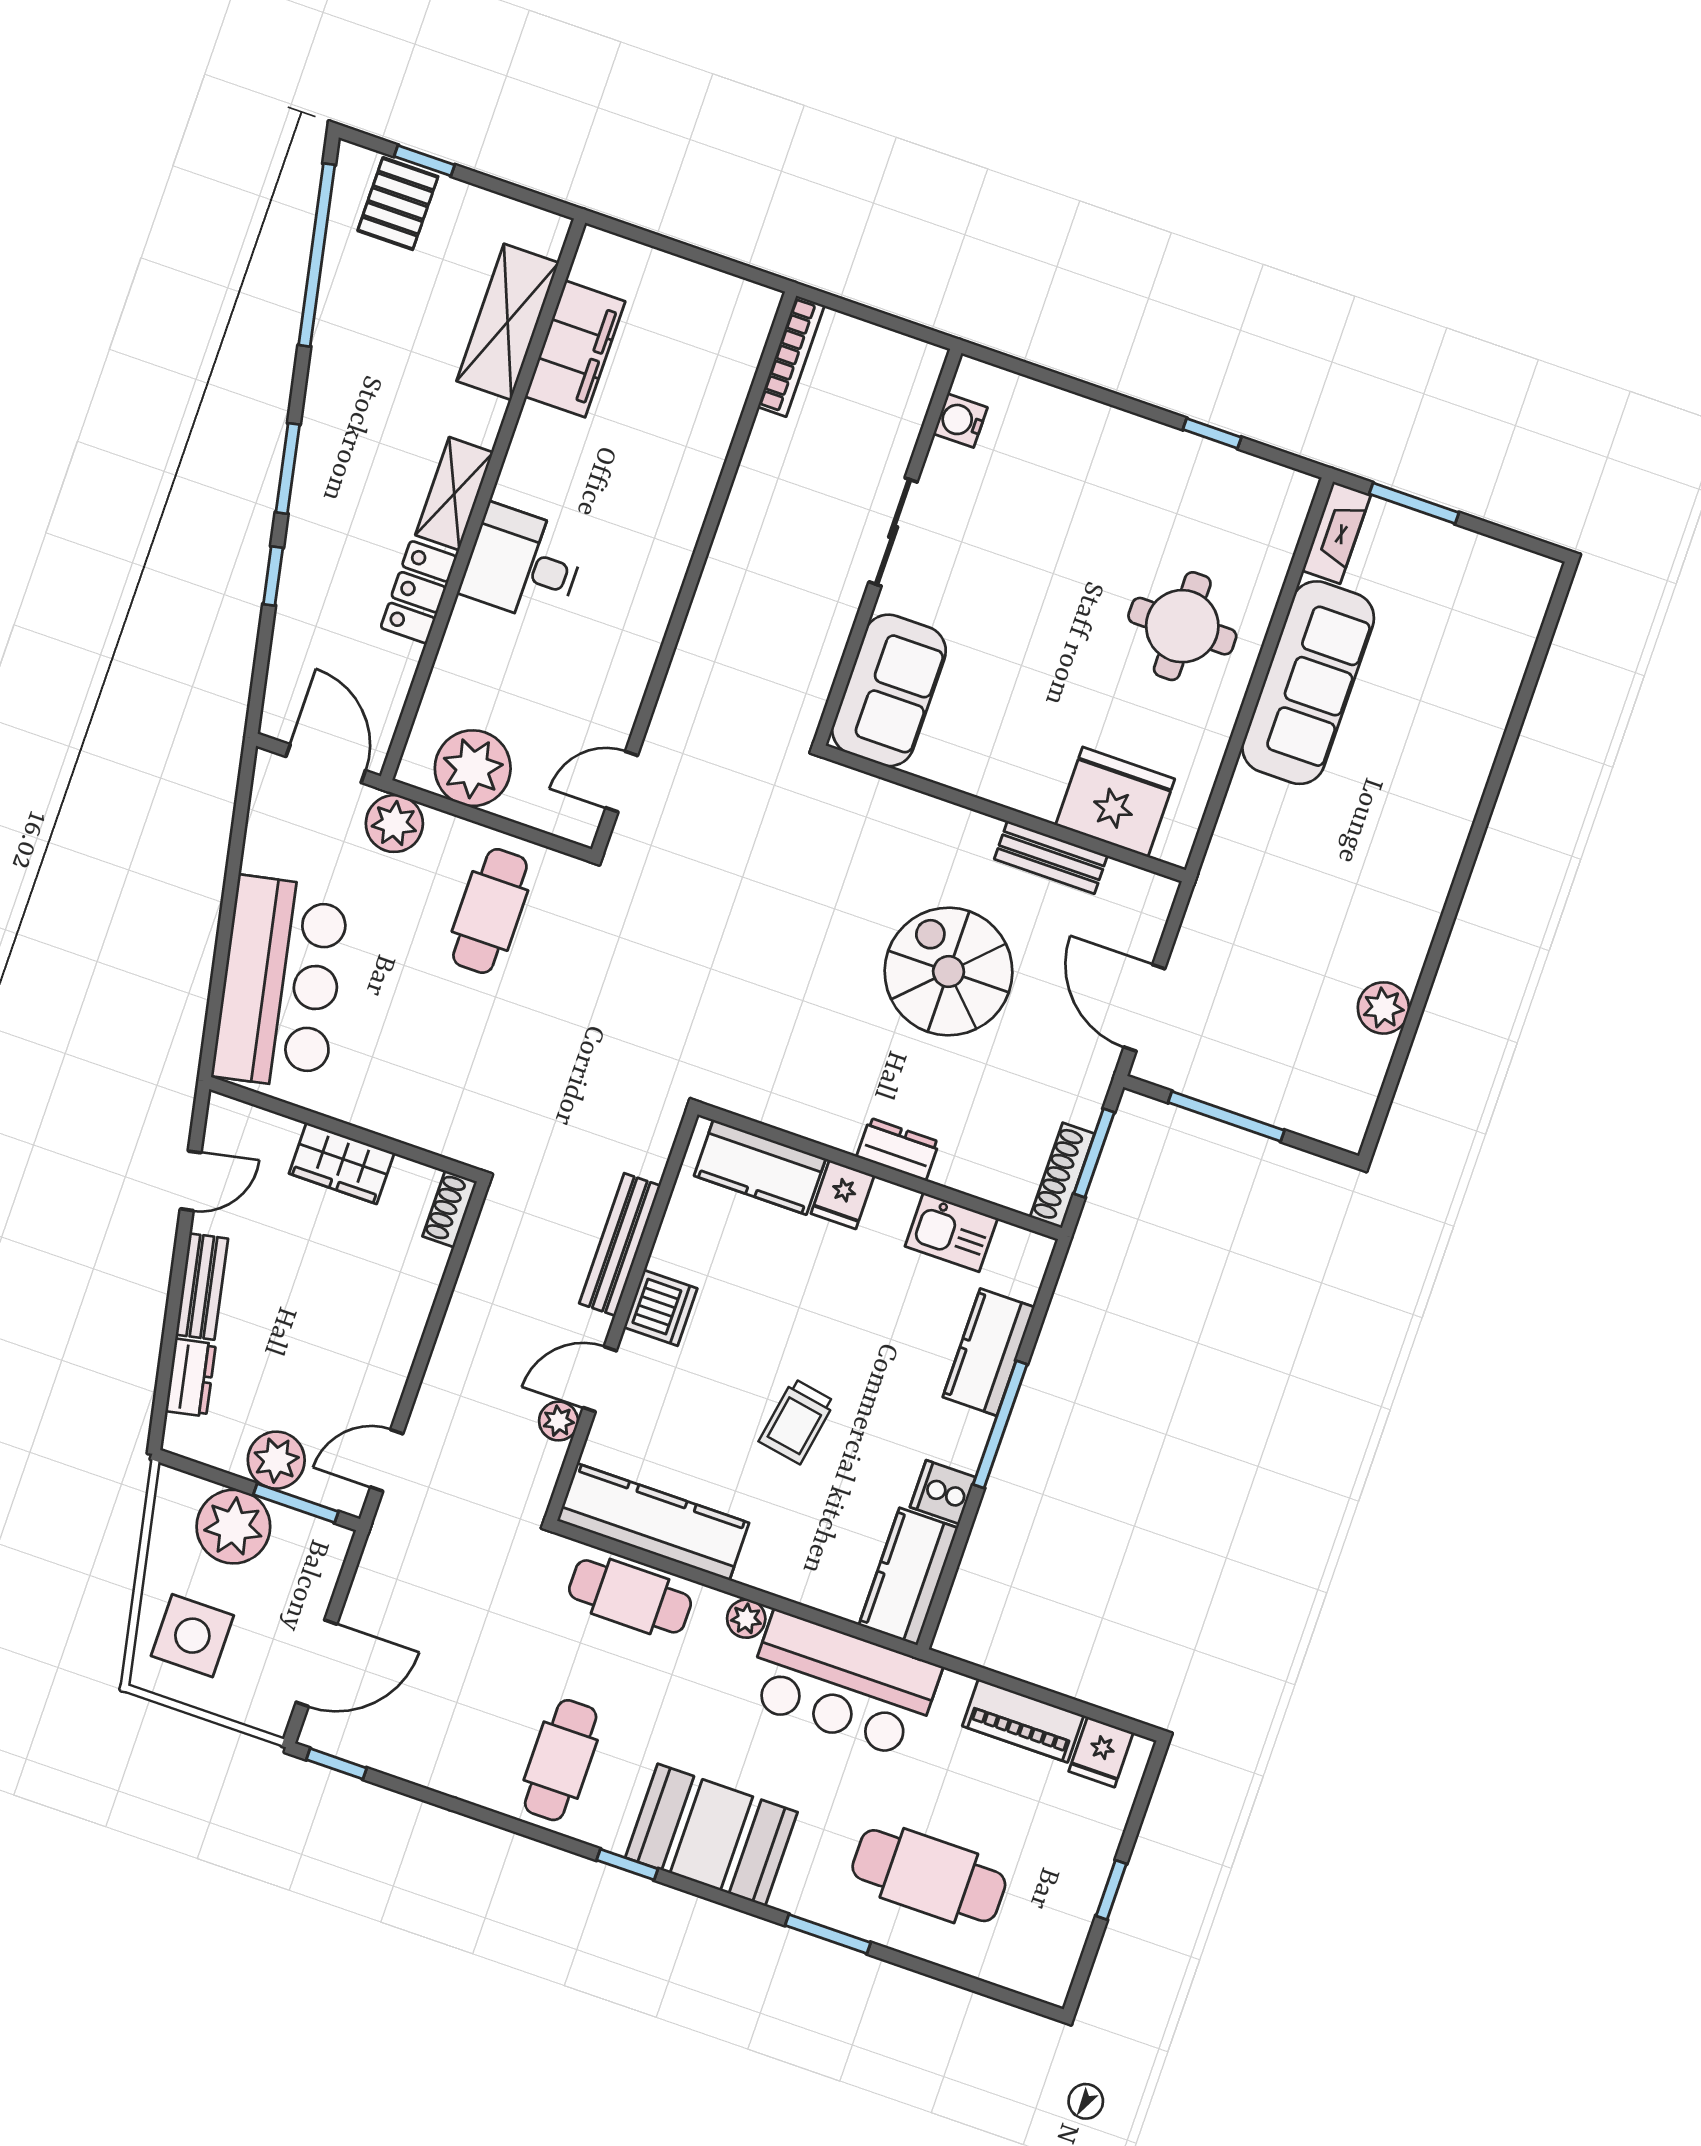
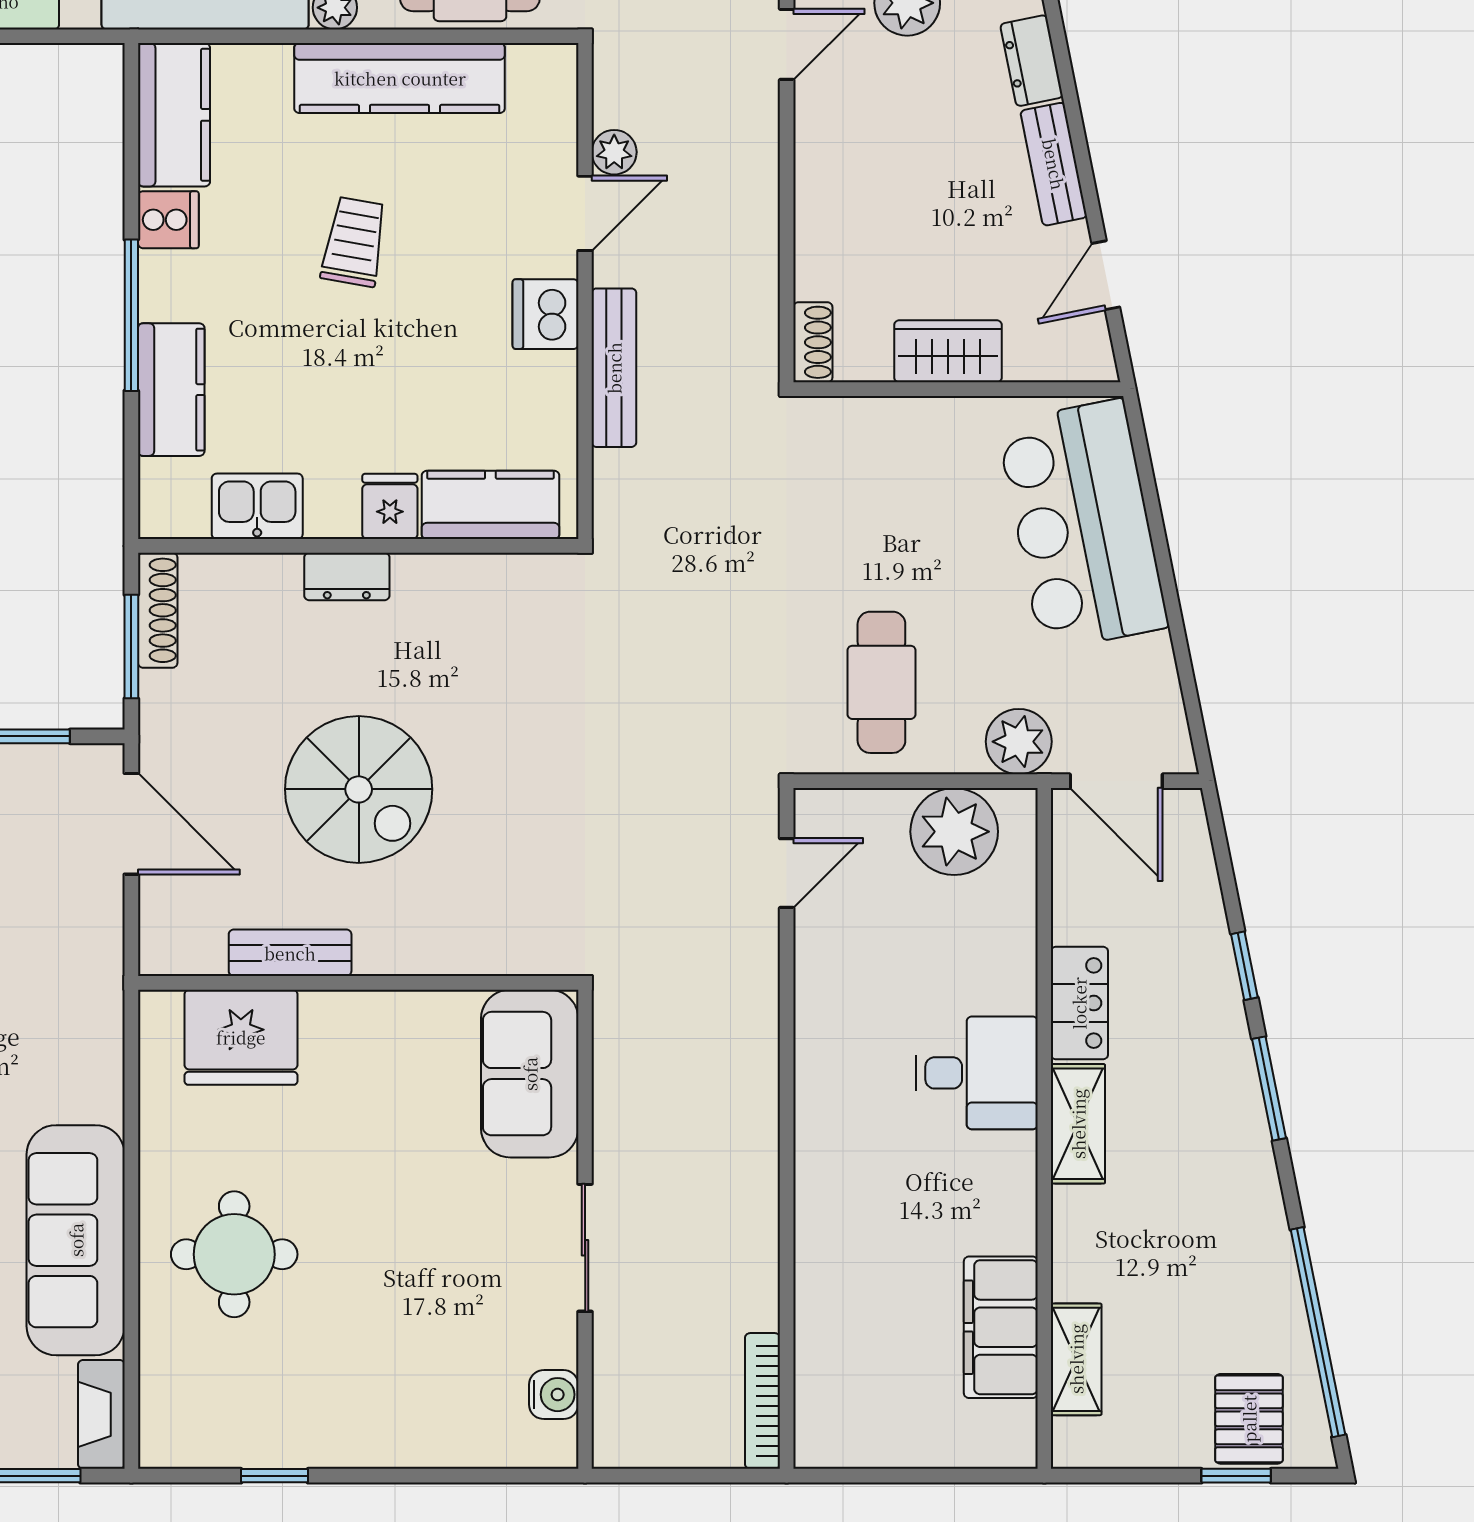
shelving: (508, 322) -> (1076, 1359), width x0.67, depth x0.75
kitchen counter: (653, 1522) -> (400, 78), moved

